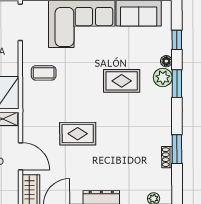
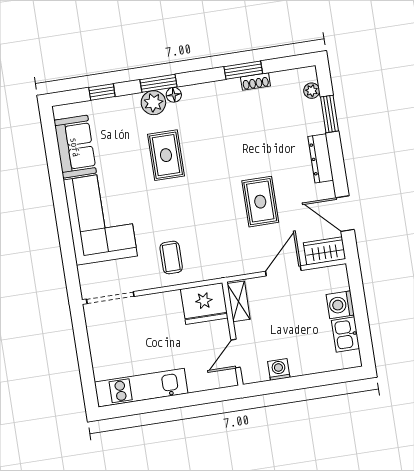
floor lamp: (166, 61) -> (174, 95), moved
rug: (78, 134) -> (260, 202), moved

